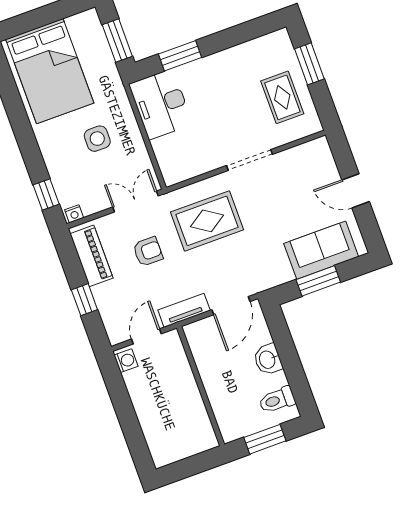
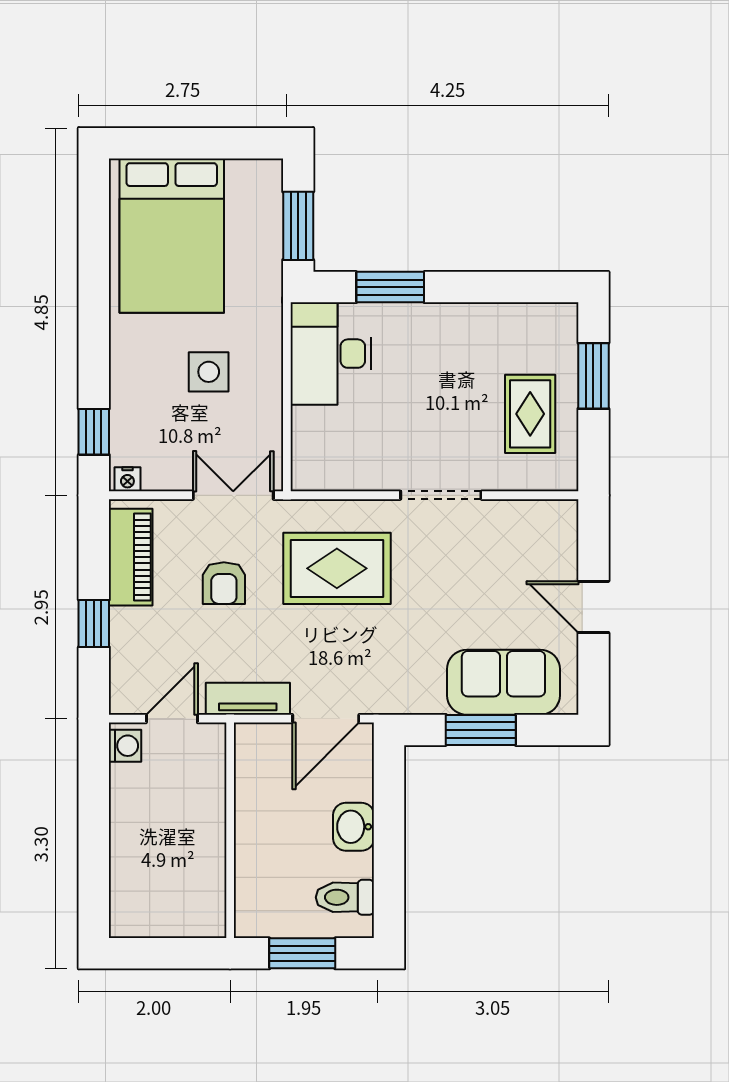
armchair: (148, 252) -> (224, 583), turned 90

